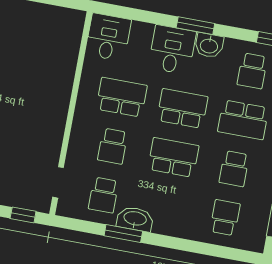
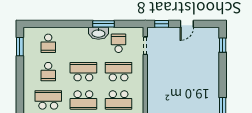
school desk: (113, 146) -> (119, 72), width x1.85
school desk: (173, 157) -> (83, 72), turned 180
school desk: (234, 169) -> (48, 72), turned 180

